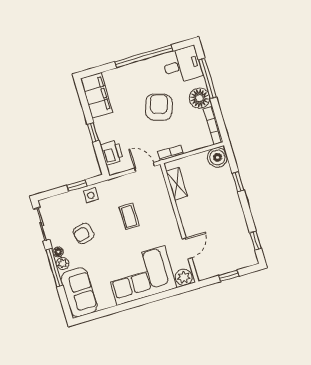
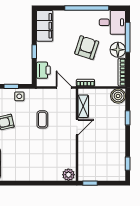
door: (187, 248) -> (77, 127), moved
corner sofa: (141, 275) -> (38, 164), removed
window: (229, 276) -> (90, 183), moved

